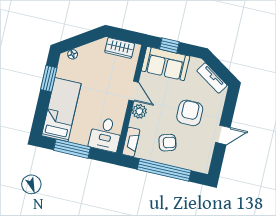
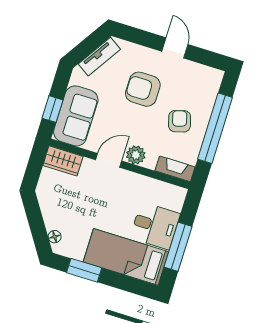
wardrobe: (120, 48) -> (63, 161), moved, turned 90
desk: (106, 134) -> (155, 226), moved

